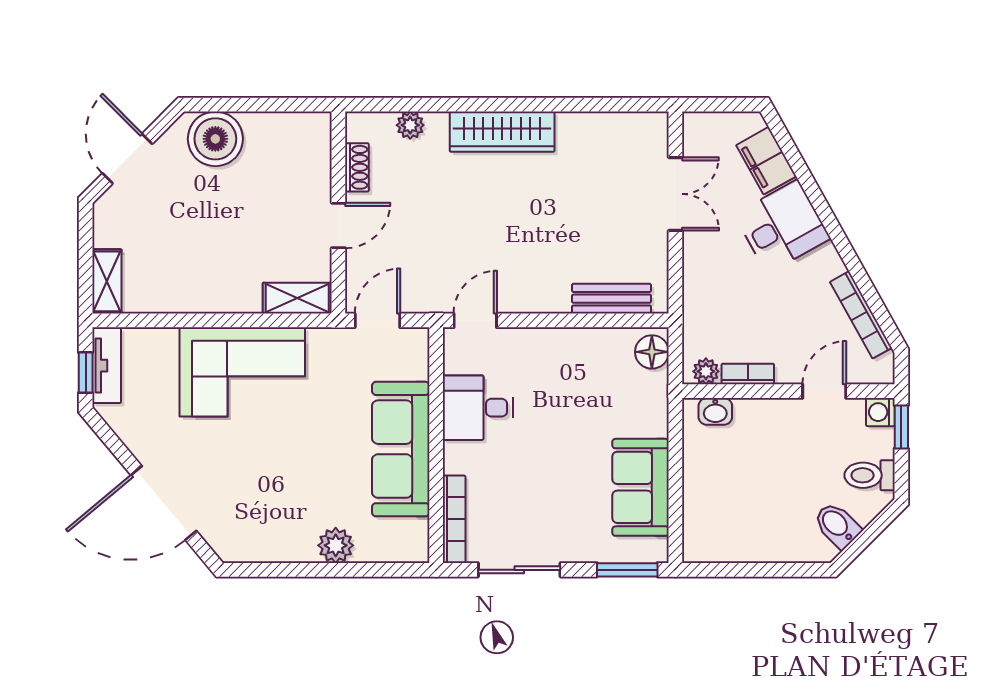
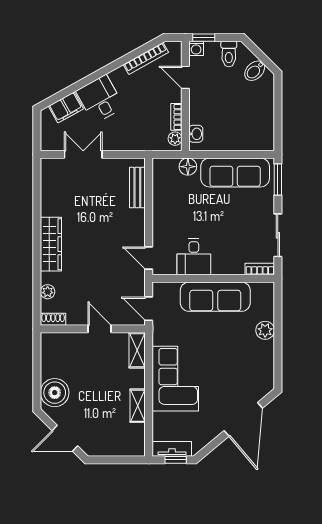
shoe rack: (357, 167) -> (53, 319), moved
shelving: (107, 281) -> (138, 406), moved, turned 90
floor lamp: (652, 352) -> (188, 167), moved
sofa: (641, 487) -> (235, 172), width x1.36
bookcase: (454, 519) -> (260, 269), width x0.64

